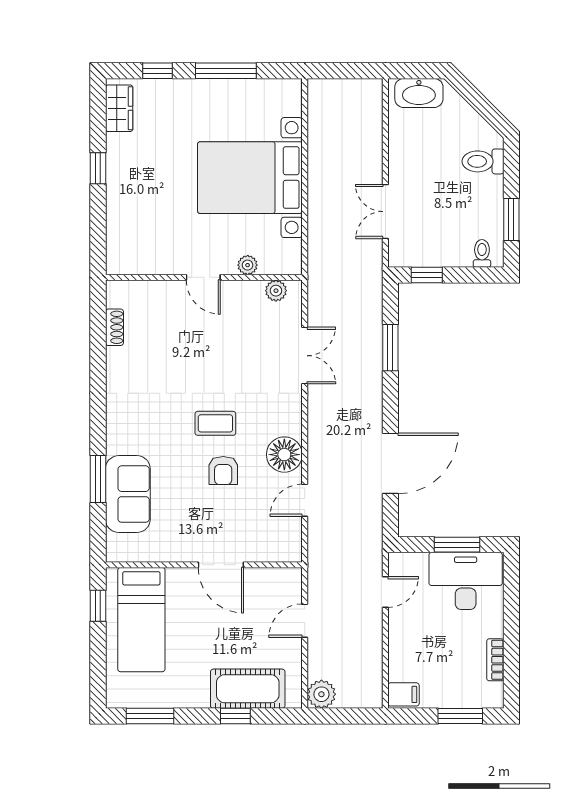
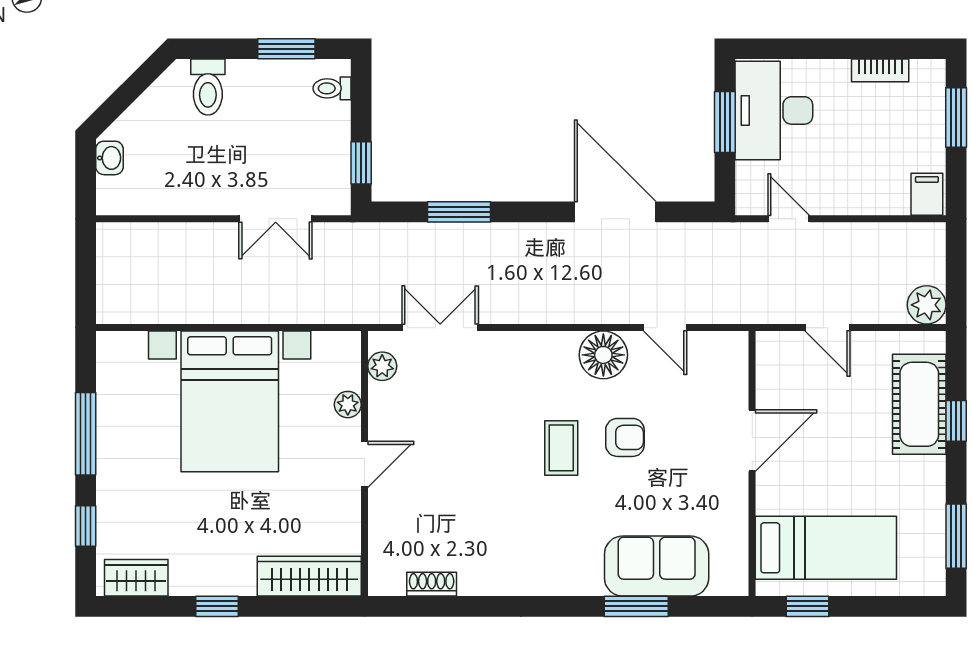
washbasin: (419, 93) -> (109, 158), width x0.52, depth x0.69
wardrobe: (120, 237) -> (309, 576), added
double door: (305, 356) -> (440, 328), moved

